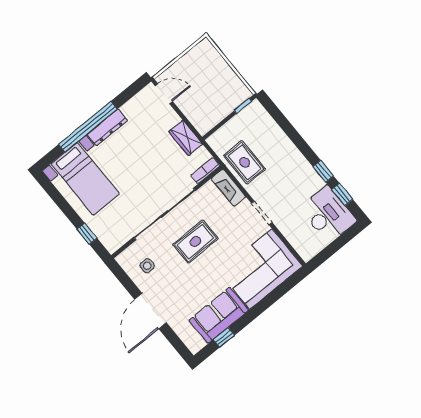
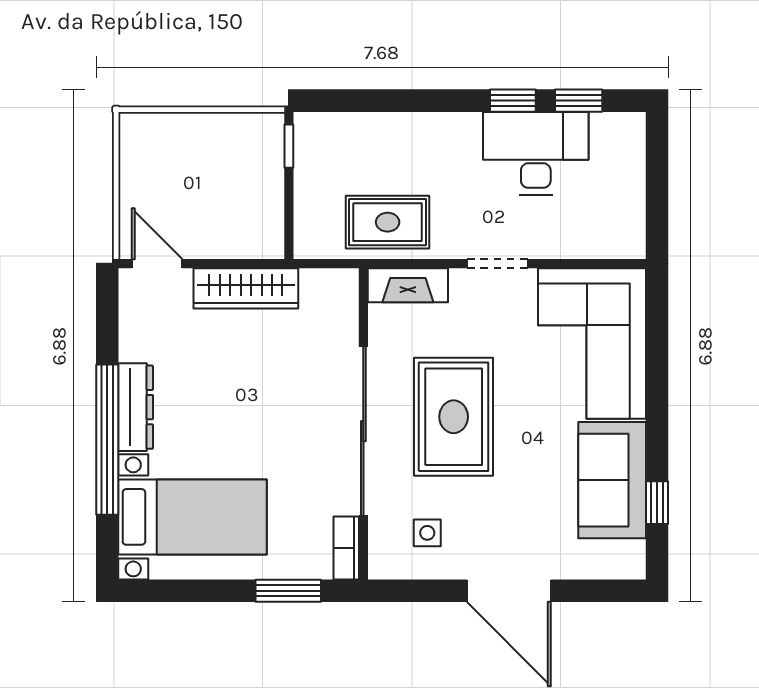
door: (164, 94) -> (157, 264), hinge flipped
wardrobe: (186, 138) -> (246, 288), width x1.50
bookcase: (205, 171) -> (346, 548), moved
desk: (328, 215) -> (536, 153), moved
window: (87, 234) -> (288, 591), width x1.50
rug: (195, 242) -> (454, 417), width x1.36, depth x1.43

